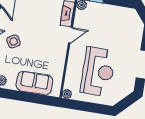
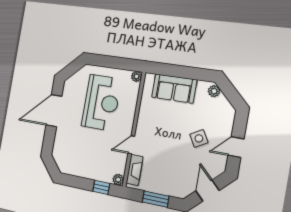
reception desk: (98, 72) -> (101, 103), turned 180

